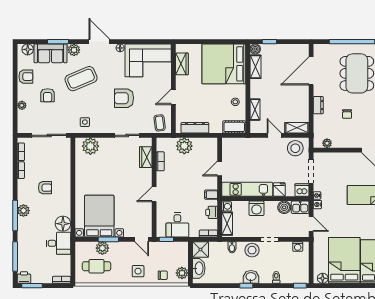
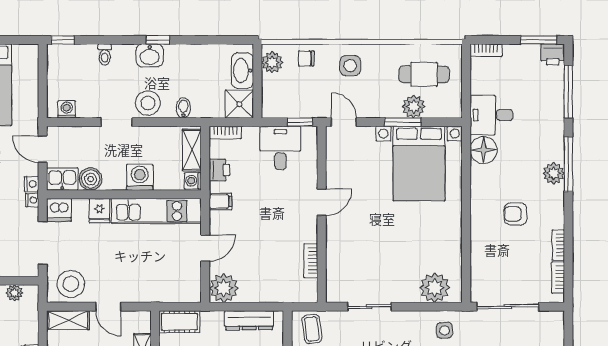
plant: (184, 146) -> (224, 288), moved
wardrobe: (146, 157) -> (336, 268), removed
floor lamp: (323, 278) -> (22, 53), removed

